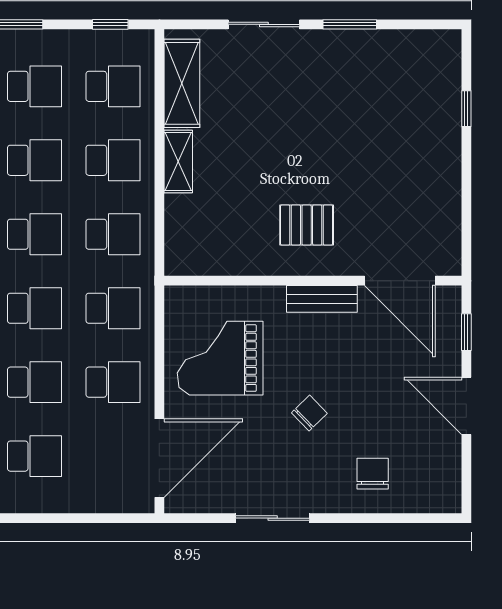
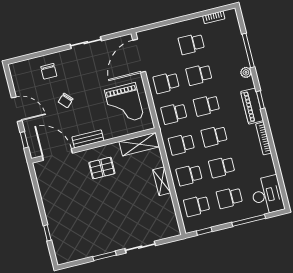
shelving: (182, 83) -> (139, 144), moved, turned 90
grand piano: (220, 358) -> (124, 104), turned 90
chair: (309, 413) -> (66, 101), moved

